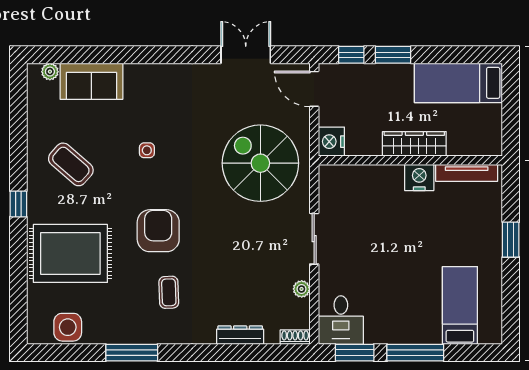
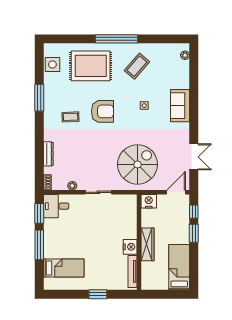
sofa: (91, 81) -> (180, 106), moved
window: (18, 204) -> (116, 39), width x3.17
rug: (70, 253) -> (91, 66), turned 90

